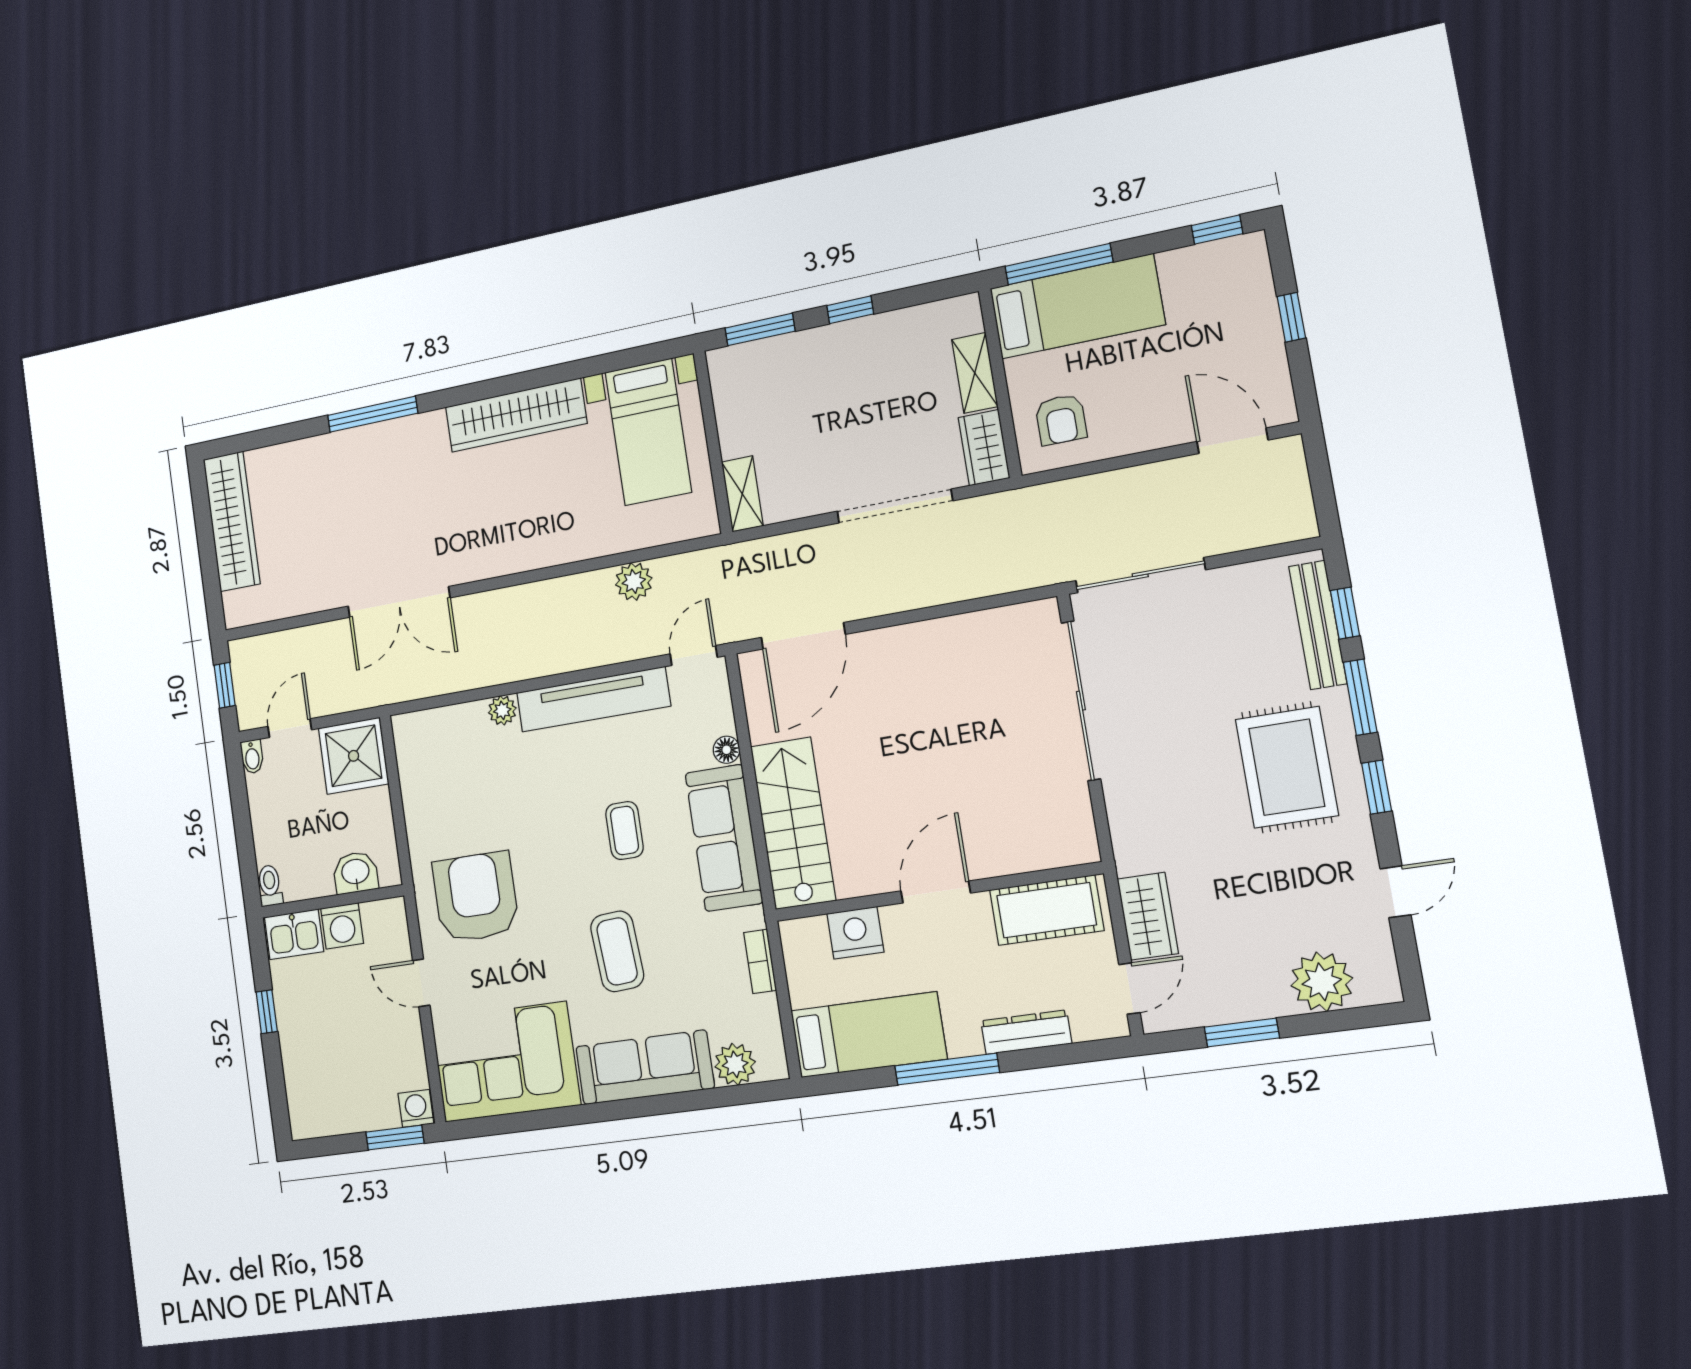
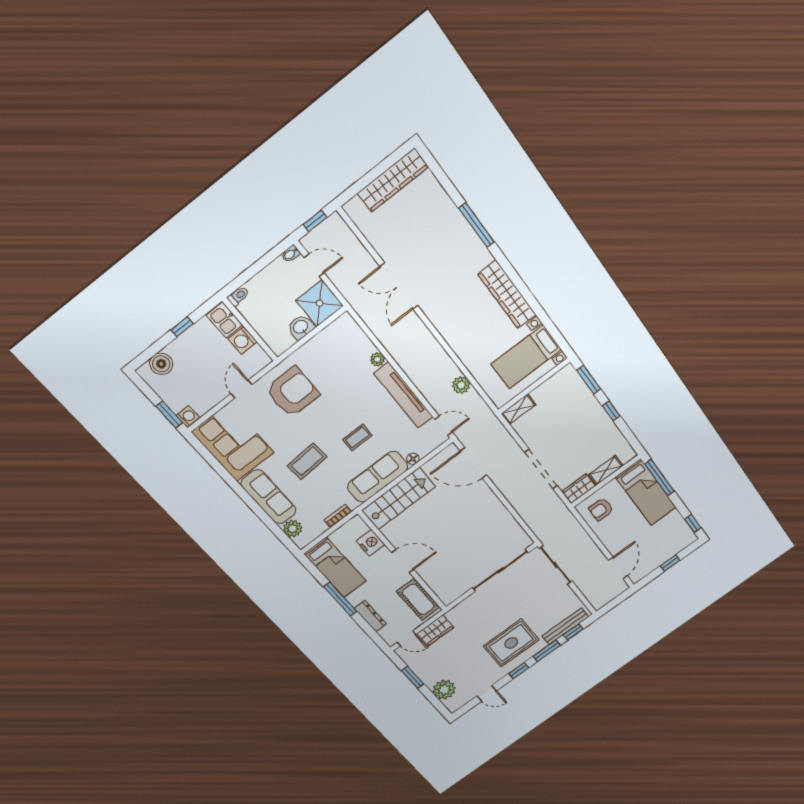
washbasin: (355, 873) -> (301, 327), moved, turned -90
boiler: (305, 1089) -> (161, 364), added

